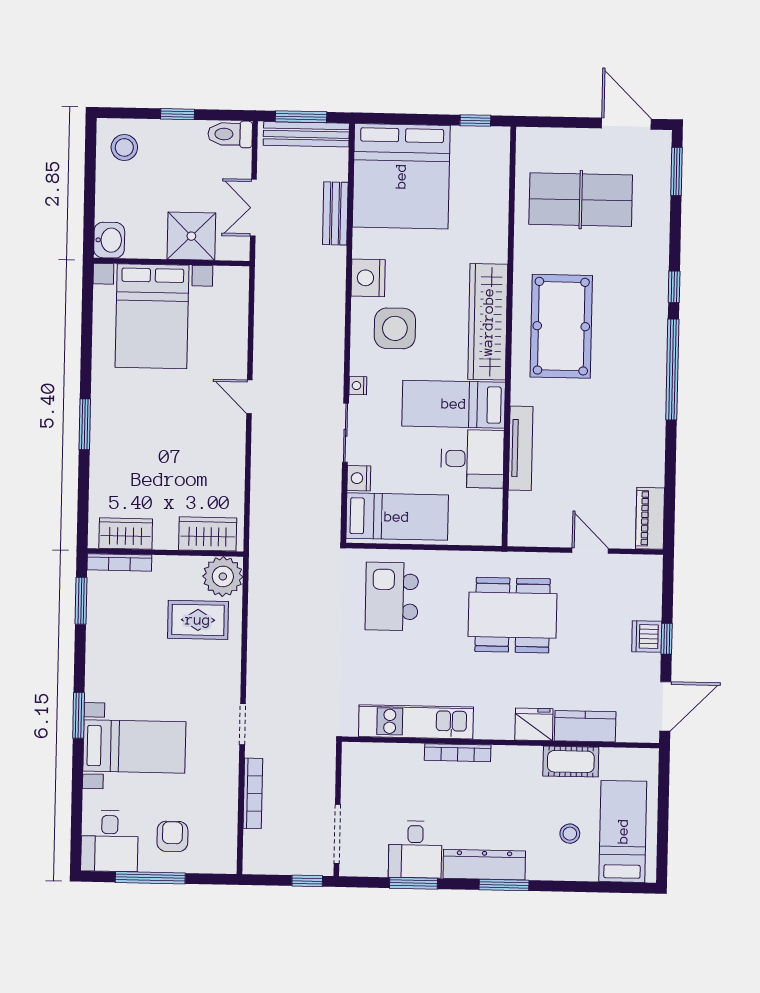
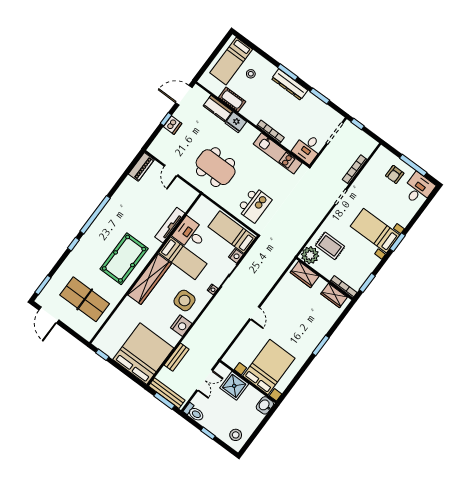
bed with nightstands: (134, 746) -> (375, 231), moved
desk: (415, 849) -> (308, 148), moved, turned 180

